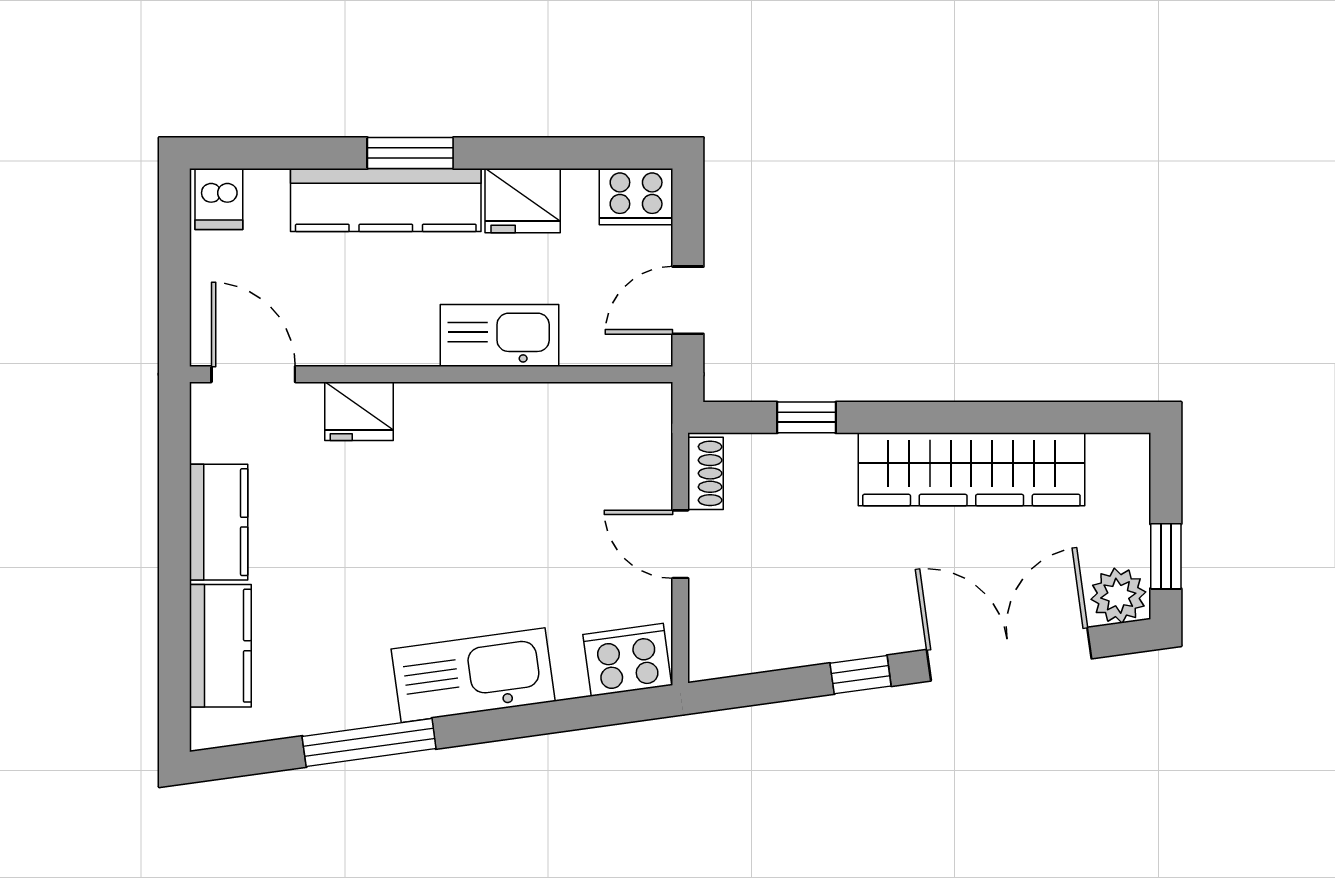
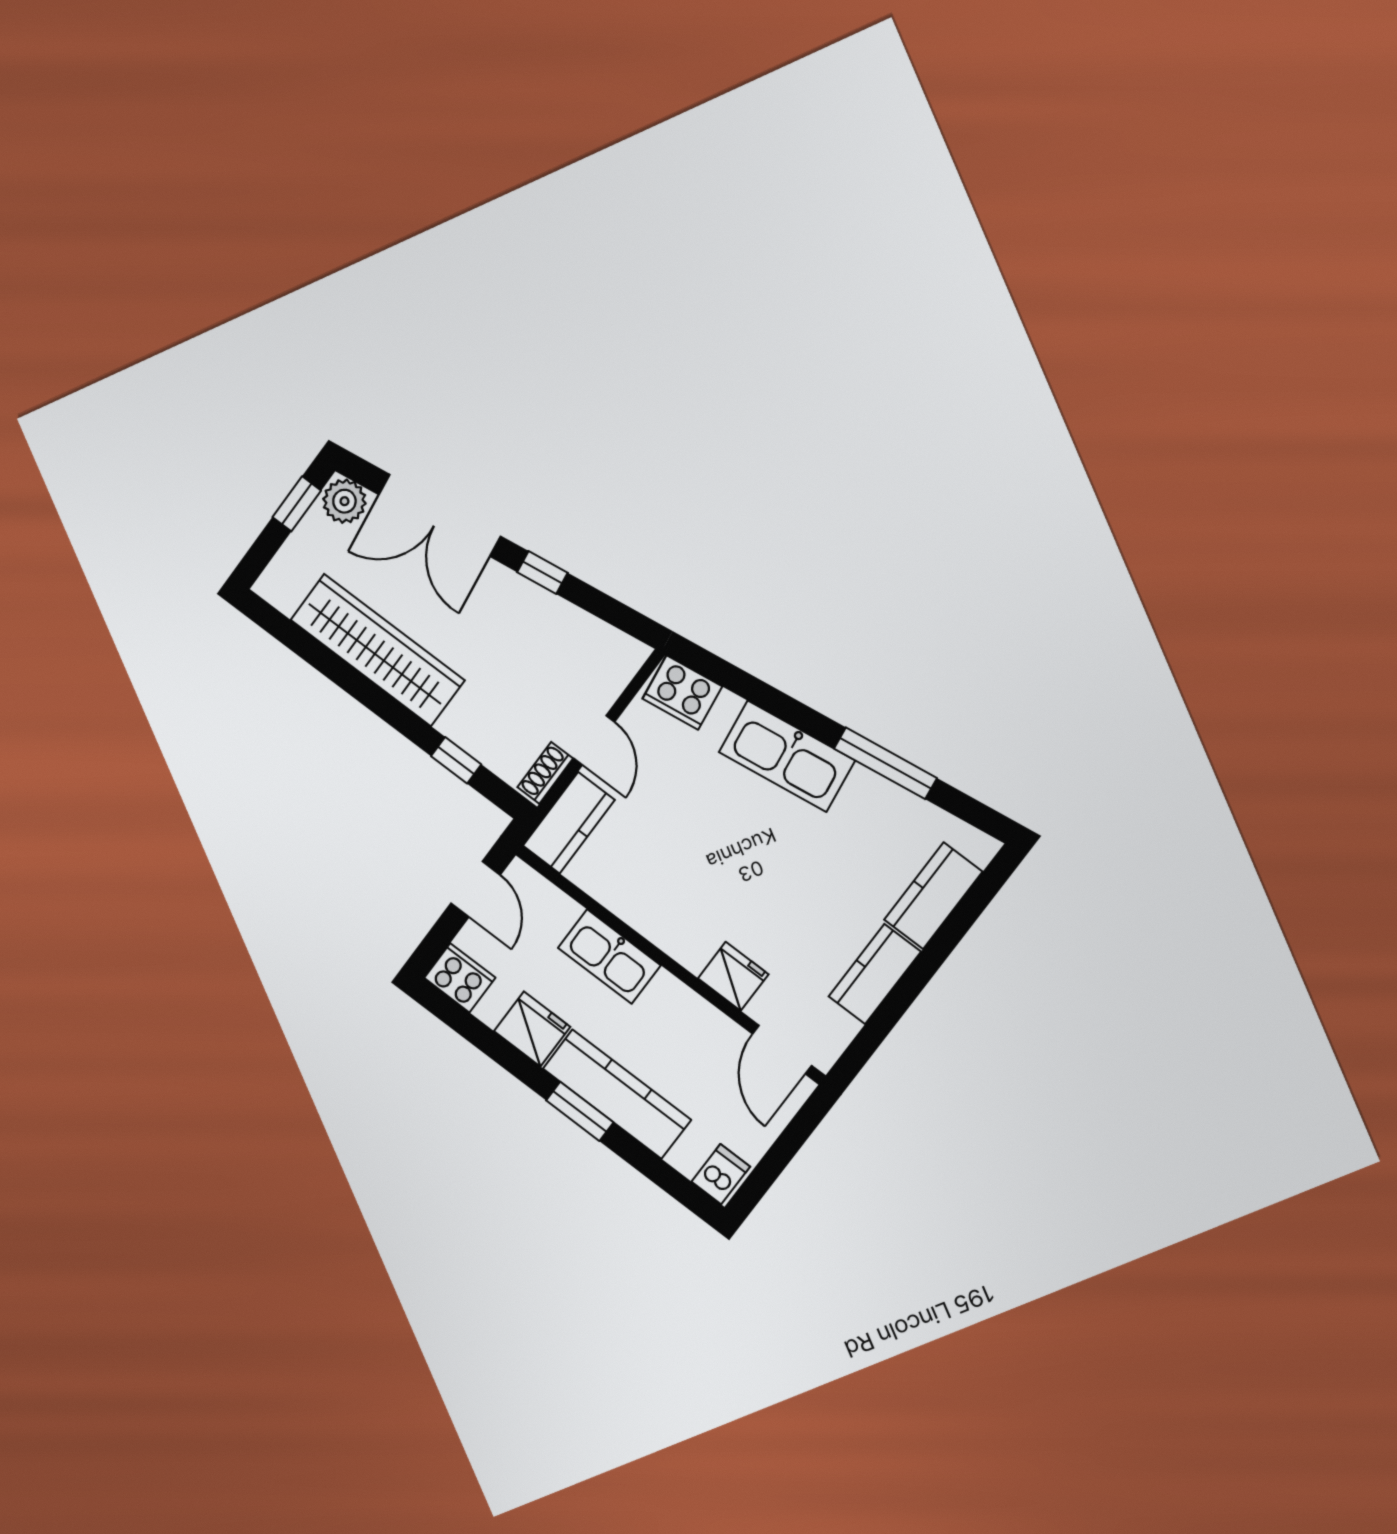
door: (688, 300) -> (476, 889), hinge flipped
kitchen counter: (643, 441) -> (569, 823), added

